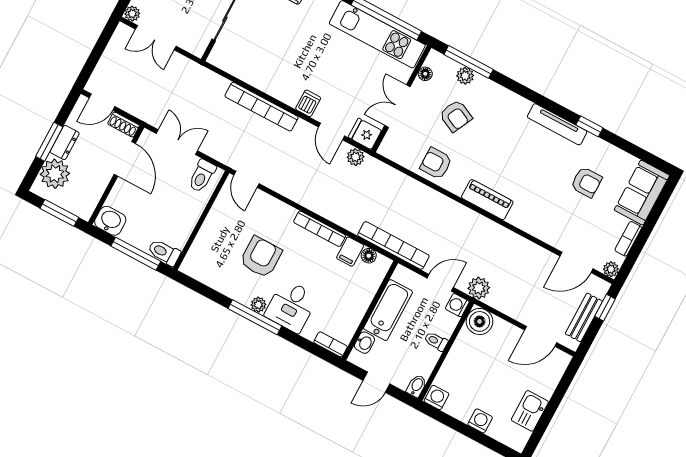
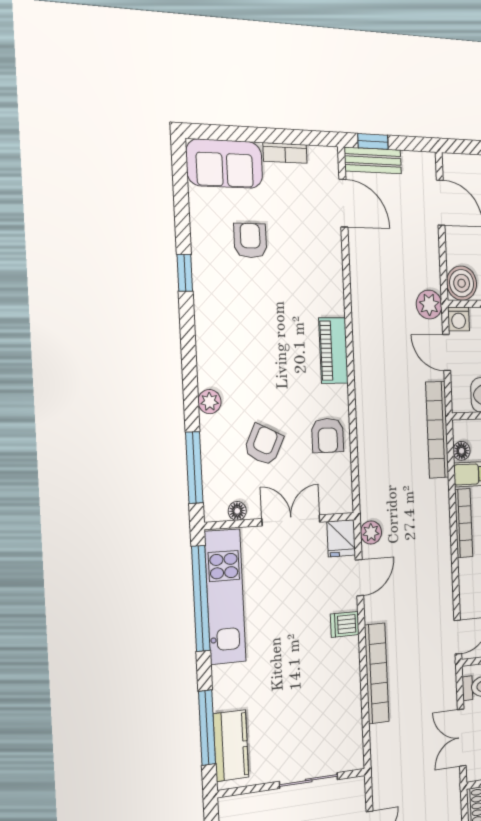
plant: (465, 76) -> (210, 402), moved
double door: (397, 106) -> (291, 520), swing flipped
tv unit: (557, 124) -> (205, 315), removed
plant: (611, 269) -> (329, 157), removed
bench: (584, 317) -> (373, 160), moved

